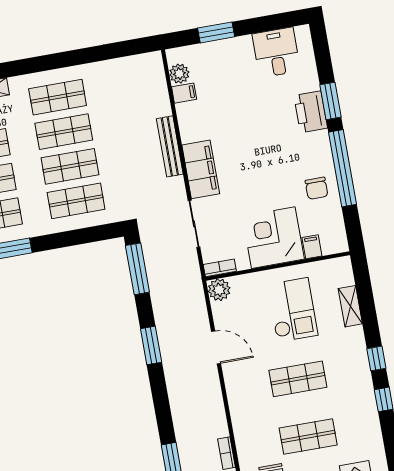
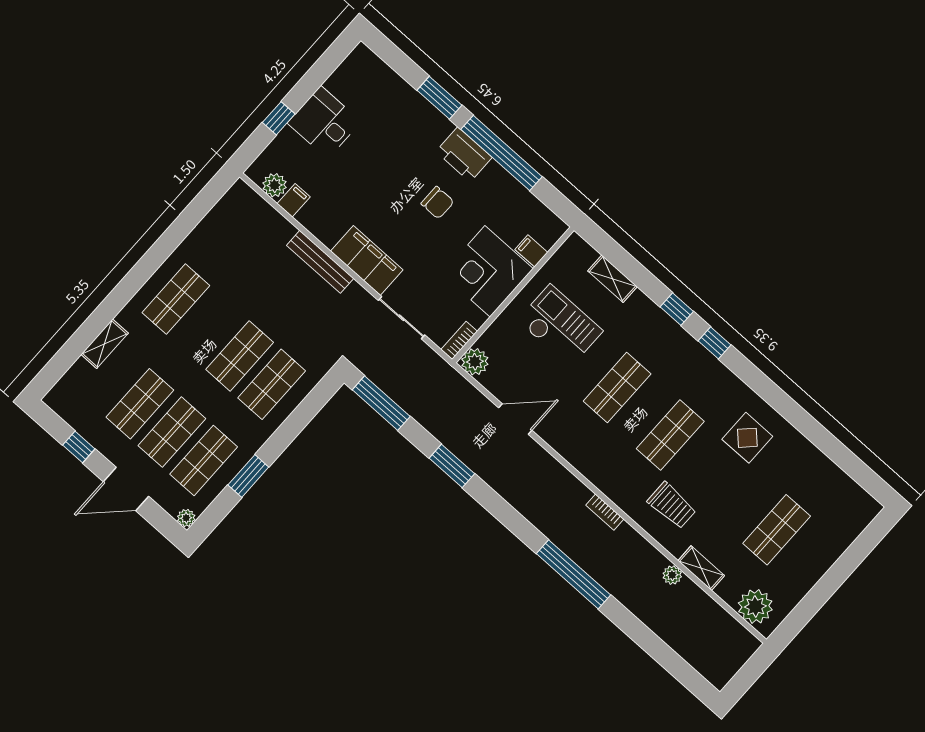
window: (216, 32) -> (279, 118), width x0.67
desk: (276, 52) -> (324, 122), moved
printer: (311, 112) -> (464, 154), moved
shop shelf: (64, 132) -> (208, 328), removed
chair: (317, 188) -> (437, 203), moved

